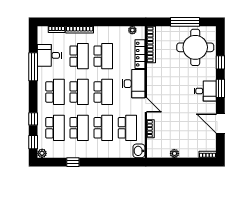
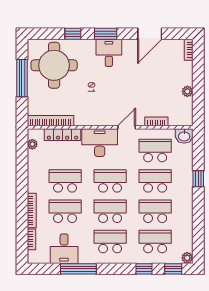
window: (73, 162) -> (198, 179), moved

